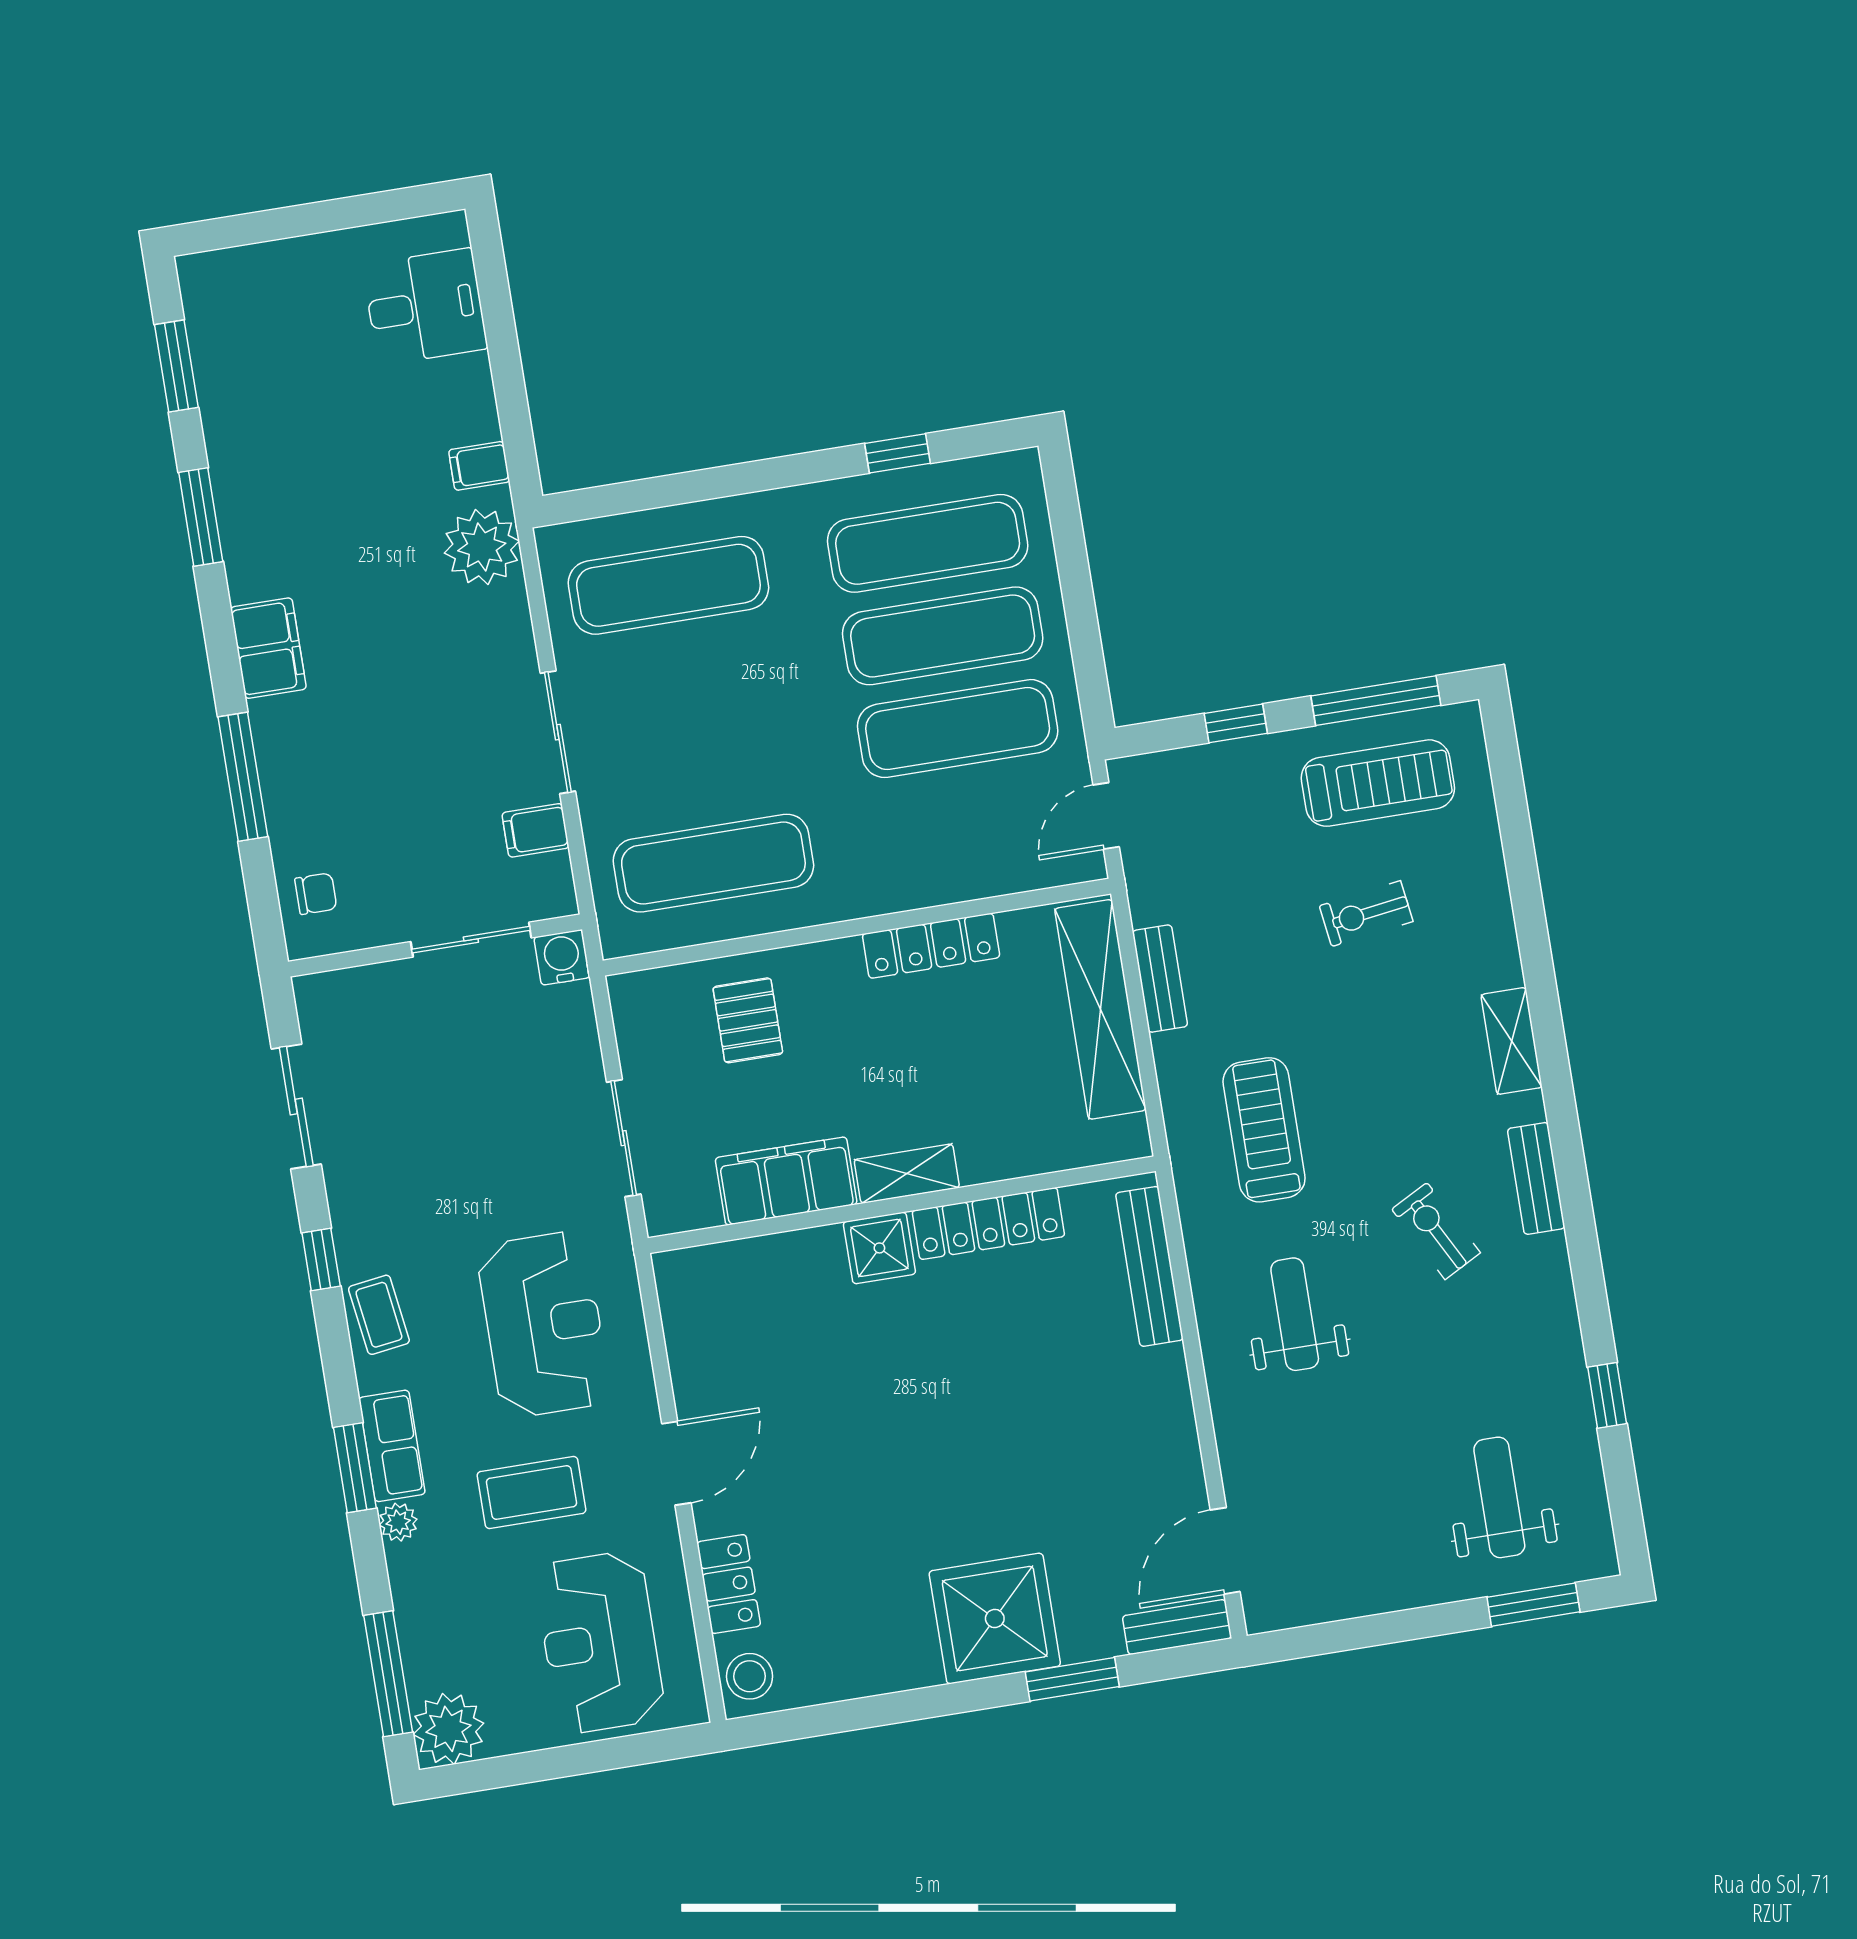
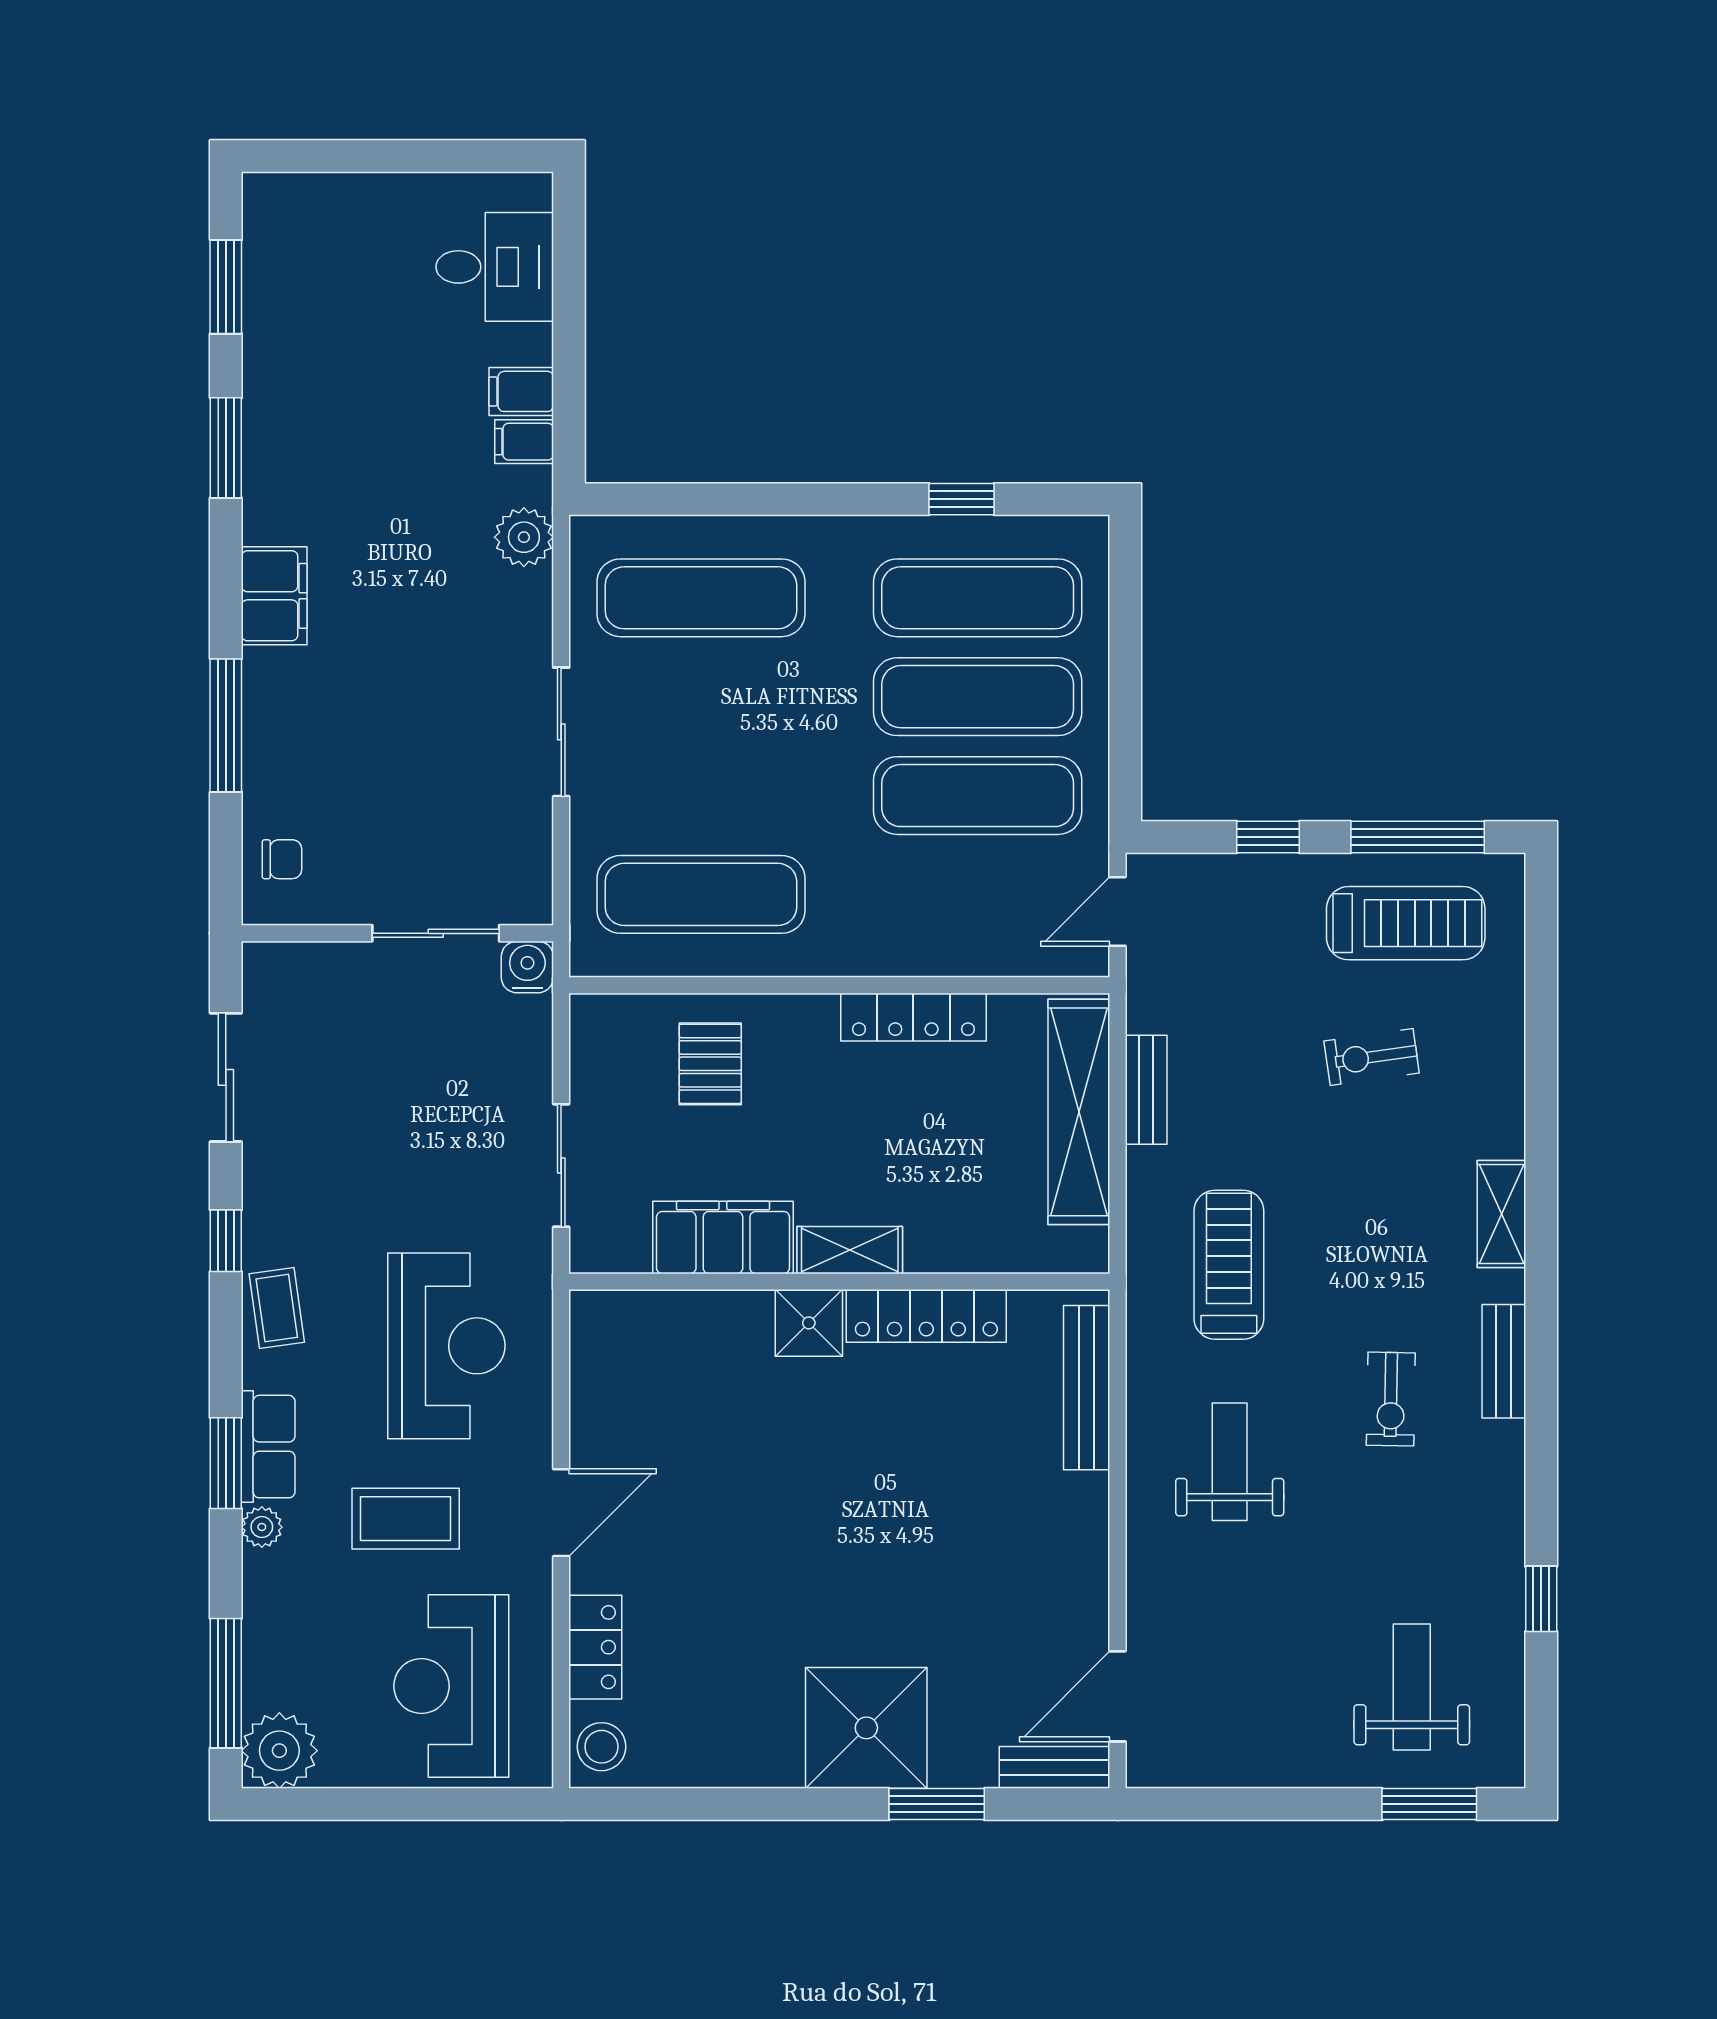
plant: (482, 547) -> (524, 537), width x0.73, depth x0.73
filing cabinet: (535, 830) -> (521, 391), moved
exercise bike: (1436, 1231) -> (1391, 1399), turned -151

